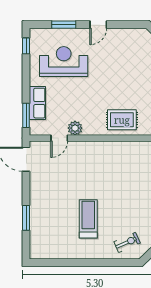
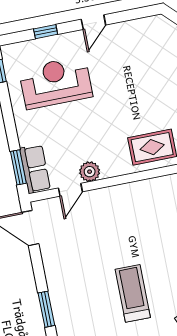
window: (64, 25) -> (46, 32), width x0.67
row of seats: (37, 103) -> (35, 169), moved

